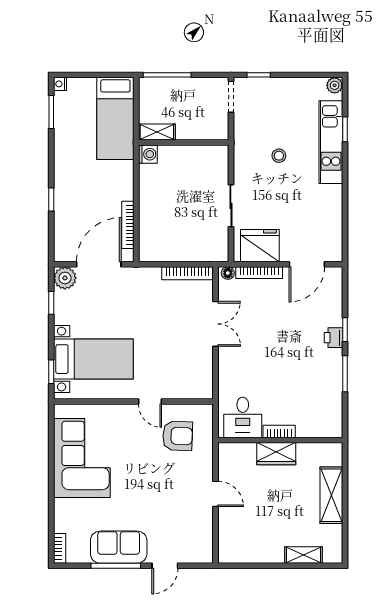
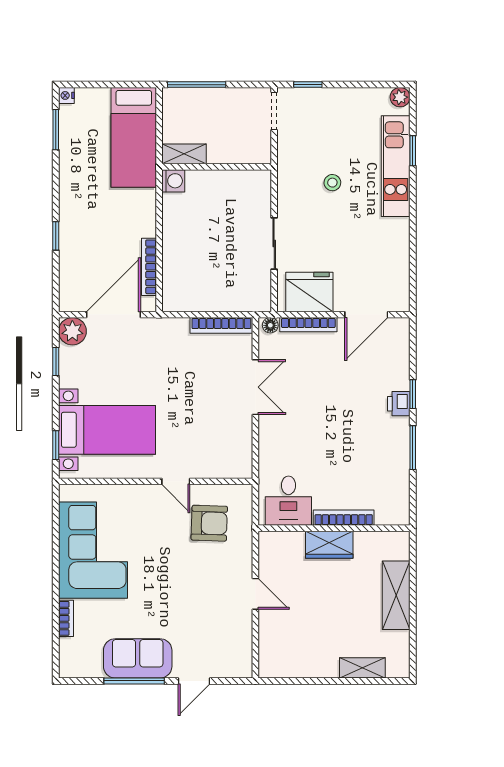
bookcase: (279, 431) -> (344, 518), width x1.56
bookcase: (60, 548) -> (66, 618), moved

